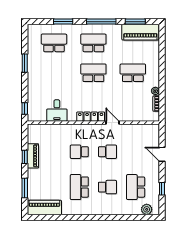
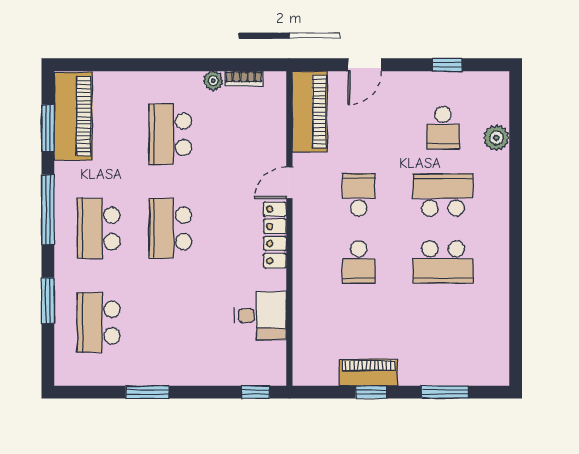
school desk: (107, 187) -> (443, 195), width x1.85
school desk: (136, 187) -> (443, 128), width x0.54
piano: (44, 207) -> (310, 111), moved, turned 180
plant: (147, 209) -> (496, 138), moved

